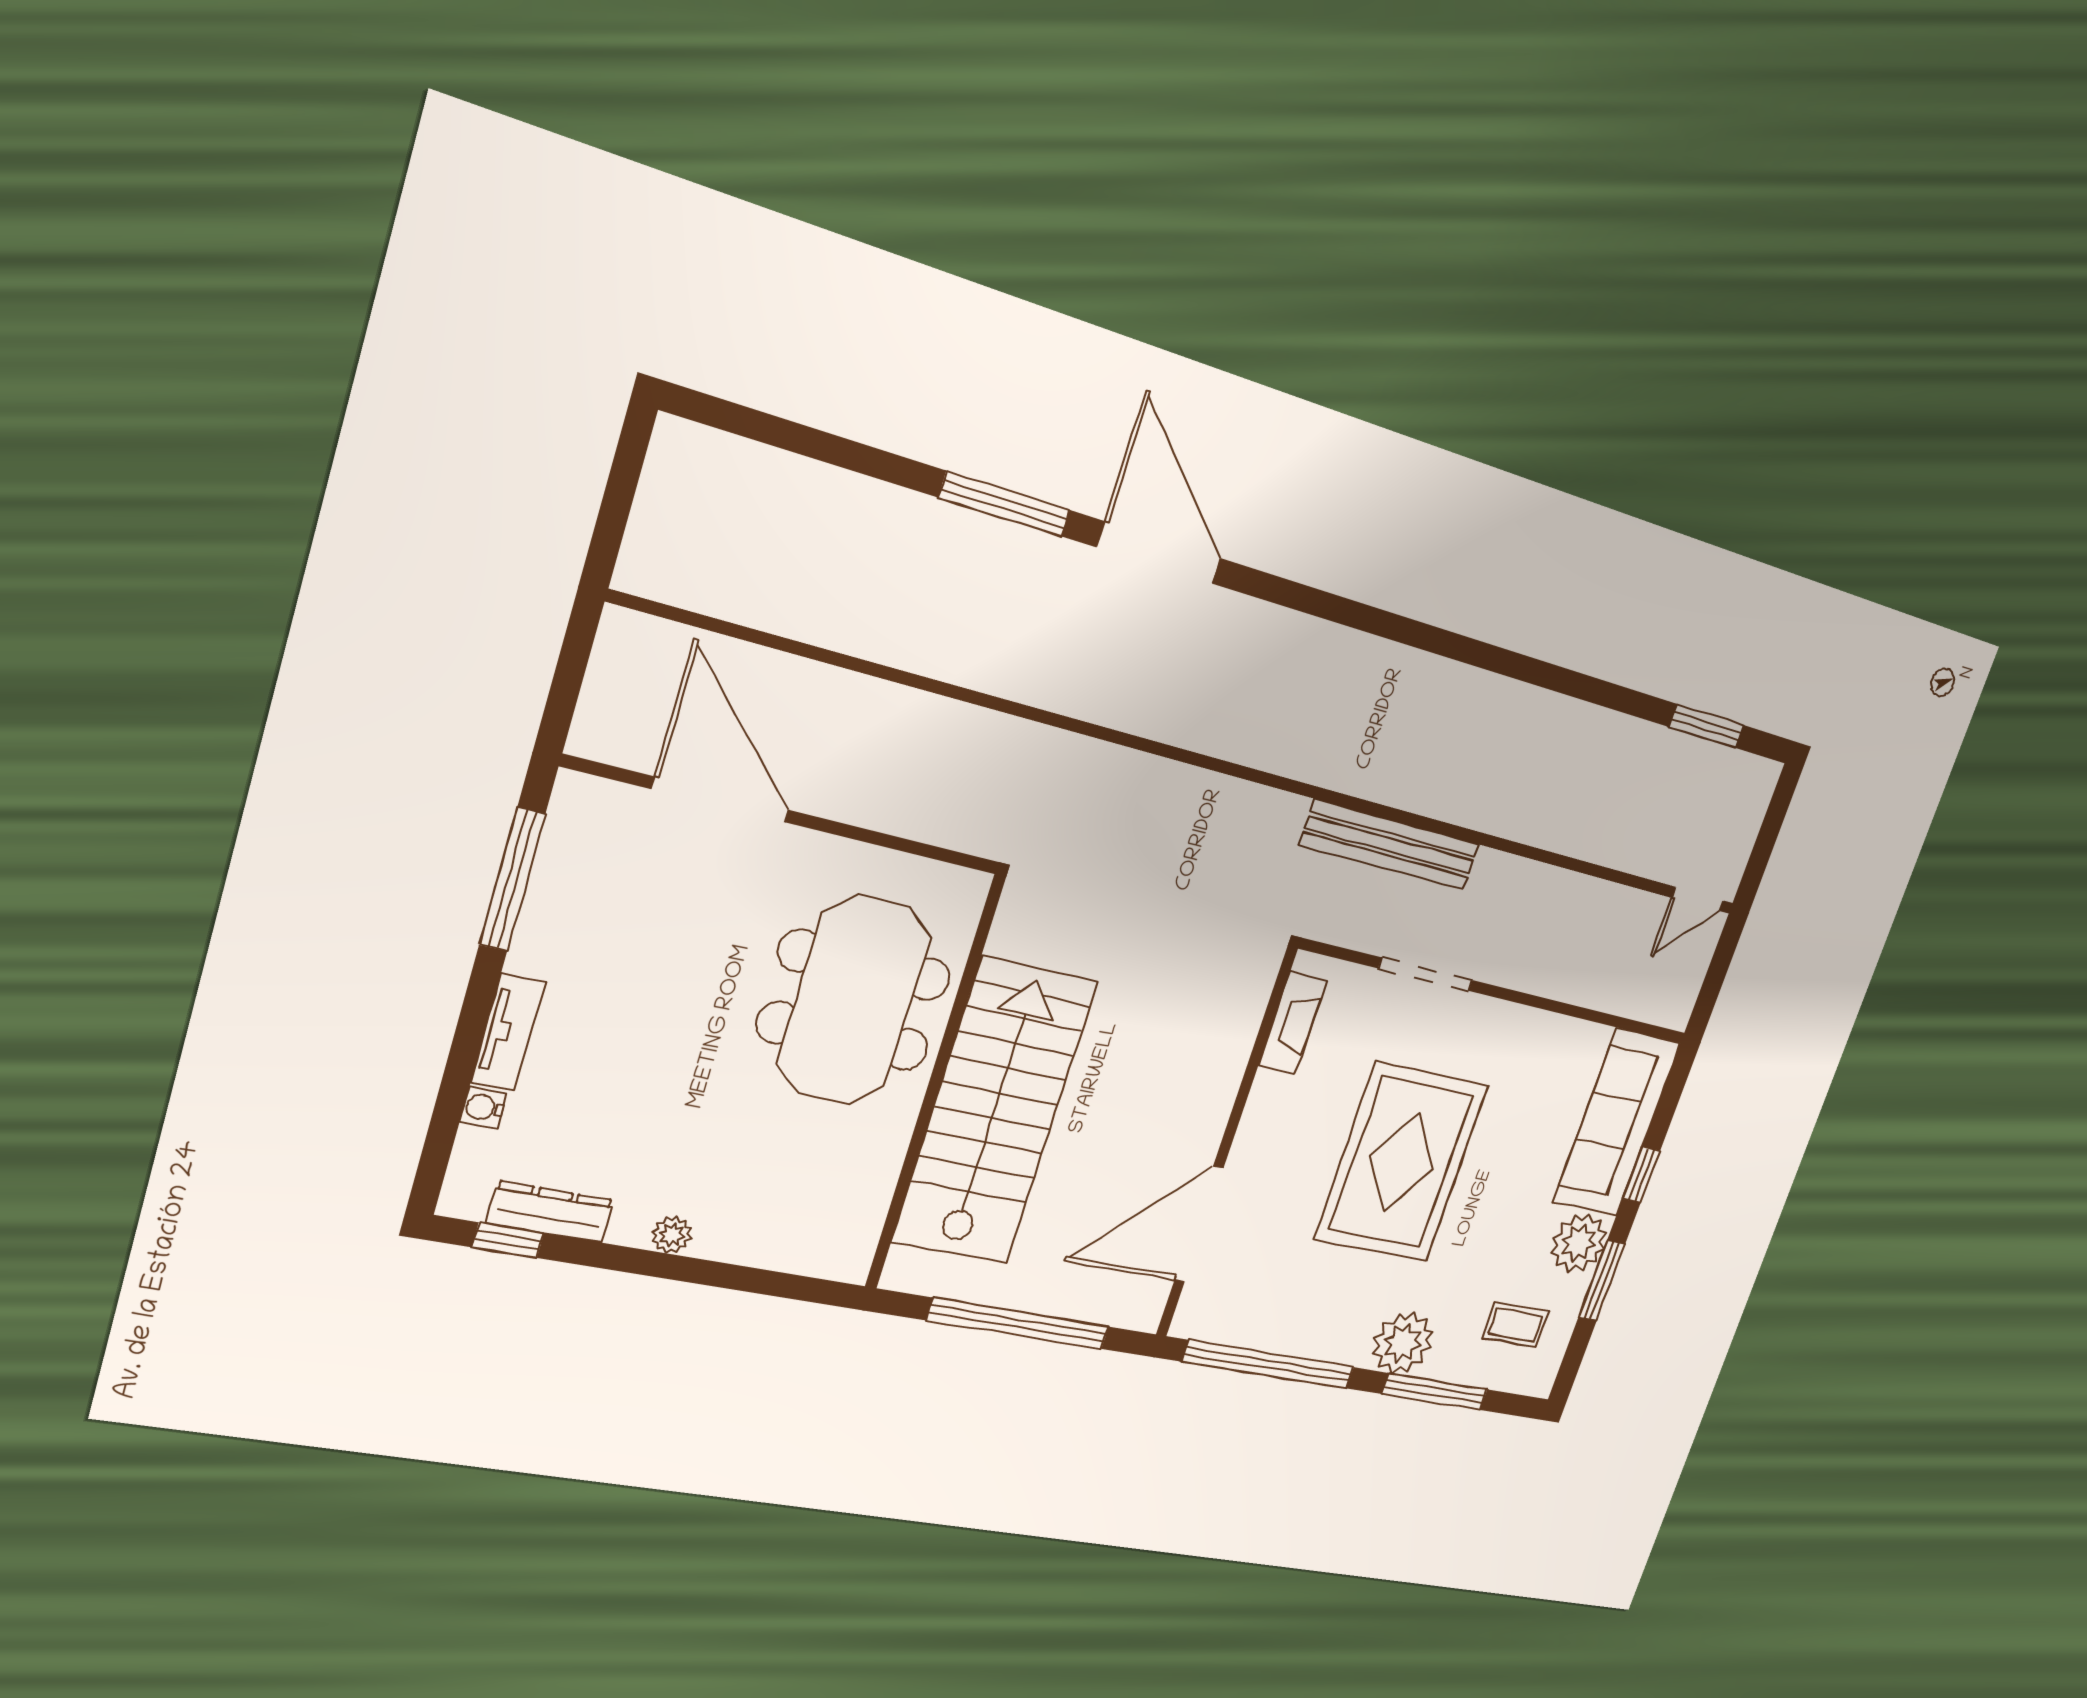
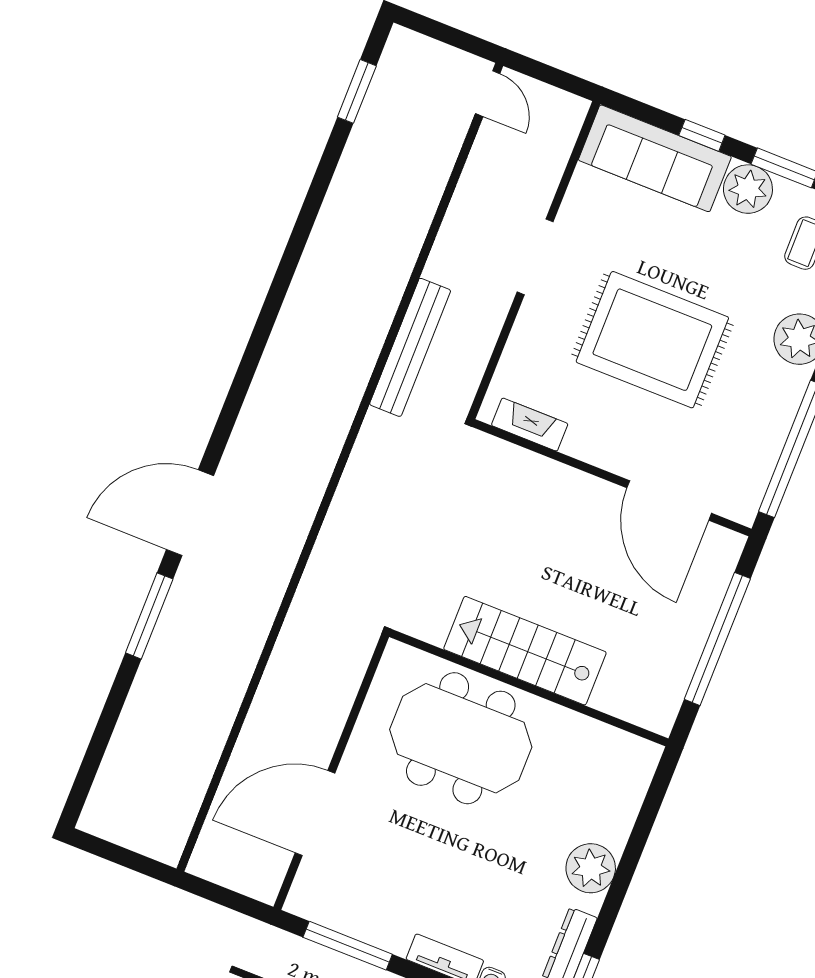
doorway: (1426, 974) -> (535, 257), moved
stairs: (994, 1112) -> (525, 651), width x0.73, depth x0.66
plant: (672, 1235) -> (591, 868), width x1.88, depth x1.88

